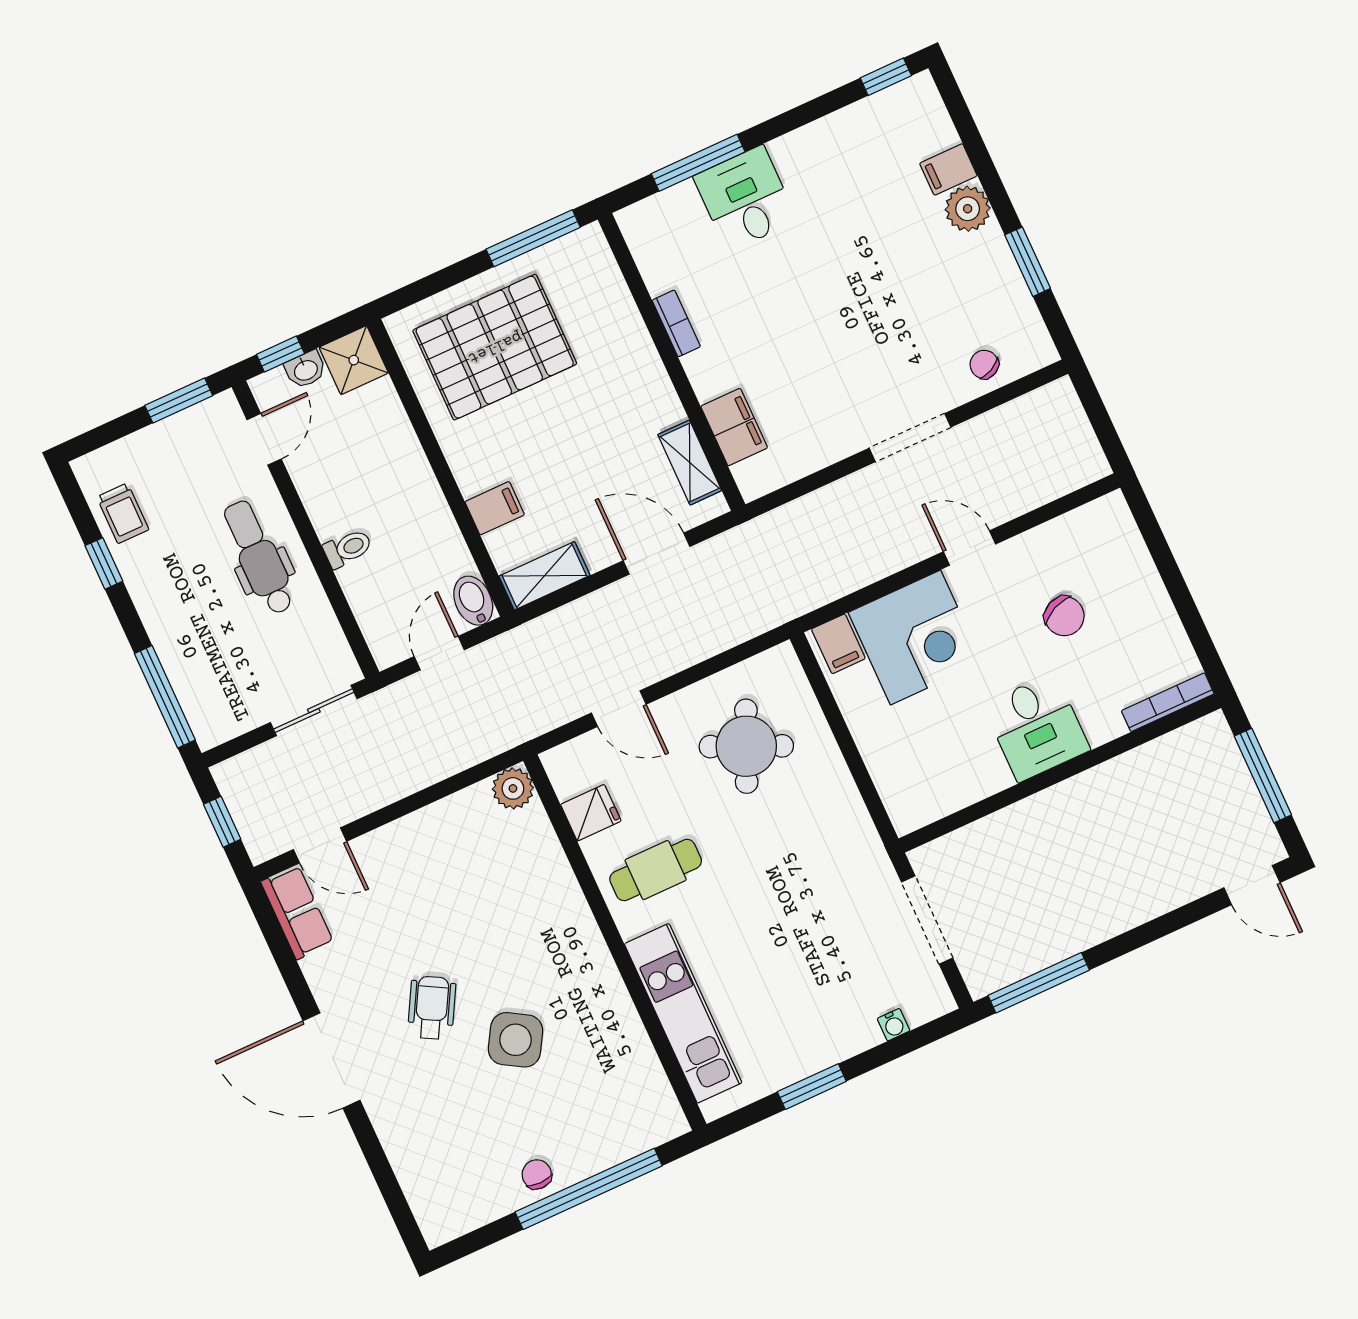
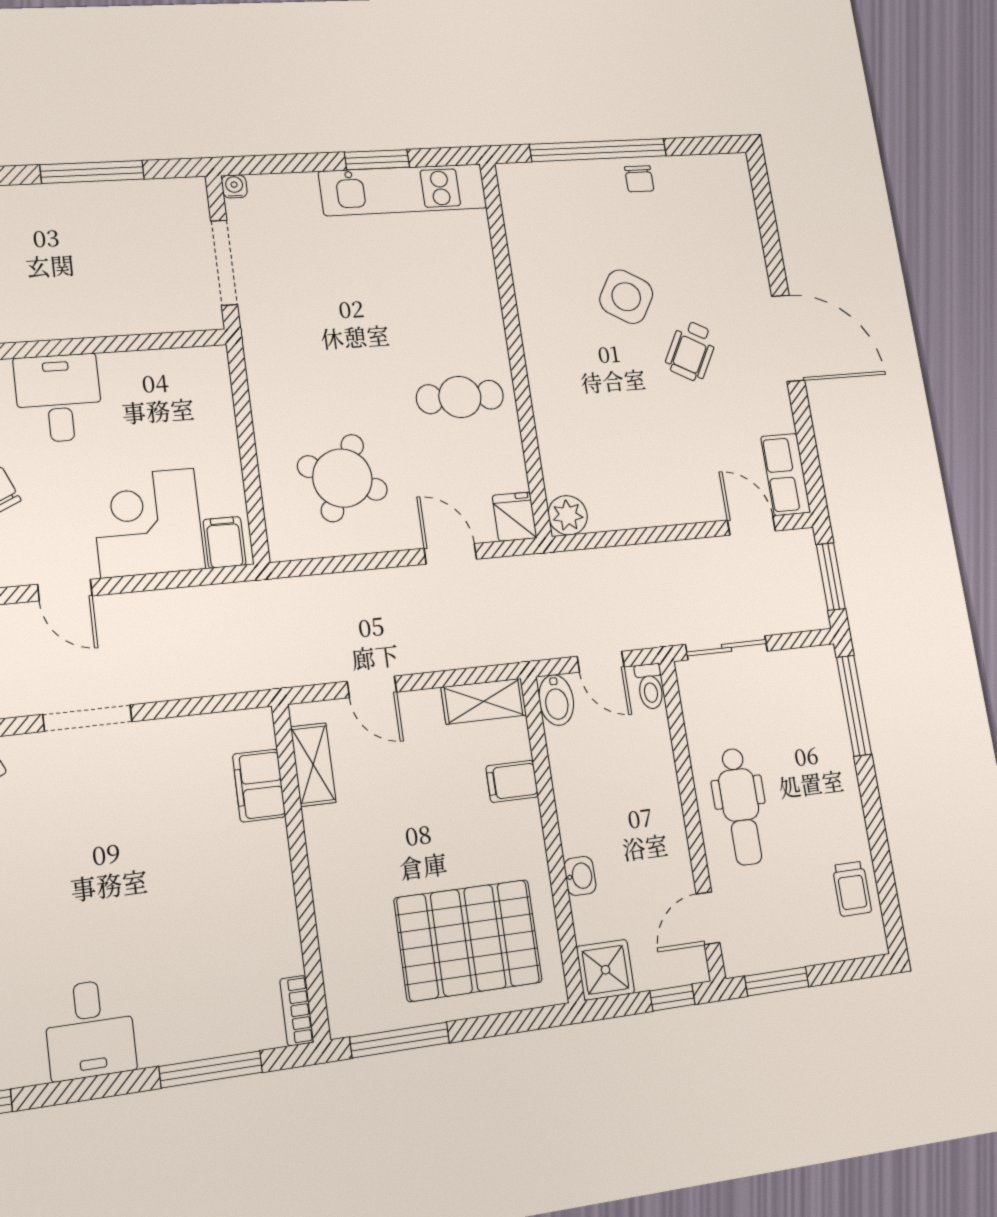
desk: (745, 198) -> (90, 1029), moved
bookcase: (676, 323) -> (297, 1011), moved
washbasin: (306, 370) -> (580, 876), moved, turned 90
trolley: (123, 513) -> (852, 889), turned 180
toilet: (348, 548) -> (650, 686), moved, turned -90
door: (656, 554) -> (372, 687), width x0.73
window: (104, 563) -> (879, 847), removed
door: (439, 653) -> (601, 662), hinge flipped
fridge: (591, 813) -> (515, 517), moved, turned 90
window: (222, 822) -> (831, 576), width x1.50
window: (1039, 983) -> (92, 172), moved
kitchen unit: (683, 1013) -> (403, 190), moved, turned -90
water cooler: (893, 1025) -> (234, 186), moved

